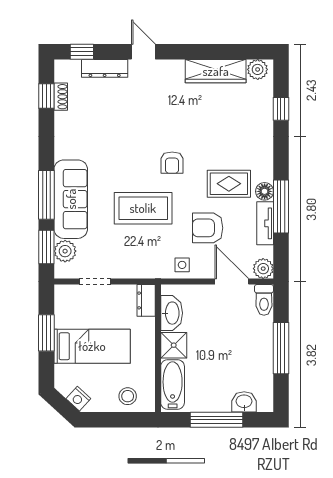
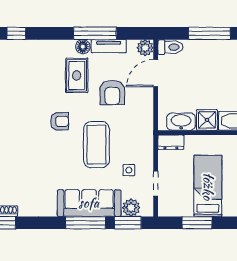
side table: (182, 265) -> (129, 170), moved

